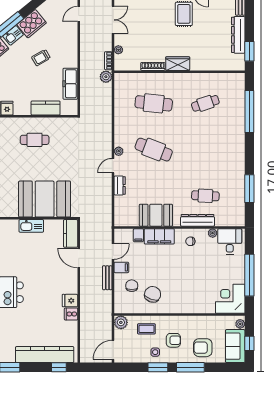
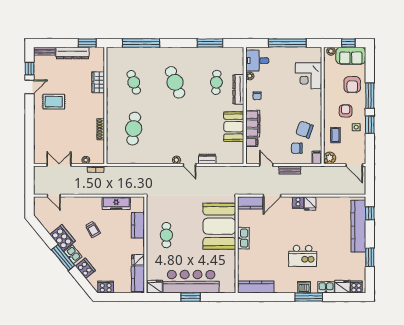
wardrobe: (178, 64) -> (98, 82), moved
plant: (106, 77) -> (110, 171), removed
cafe table: (154, 150) -> (175, 82), moved, turned -42
filing cabinet: (121, 267) -> (317, 157), moved
corner desk: (230, 299) -> (309, 76), moved
cooker: (71, 314) -> (298, 203), moved

